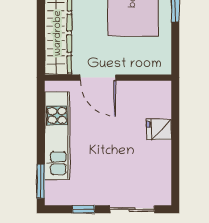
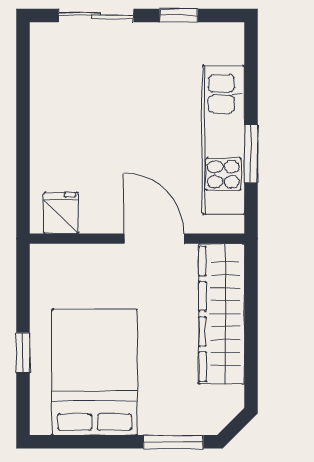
fridge: (159, 130) -> (61, 213), moved, turned -90
window: (41, 181) -> (251, 154), moved

